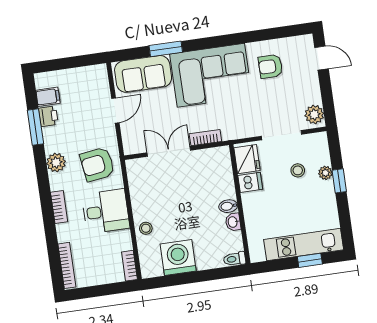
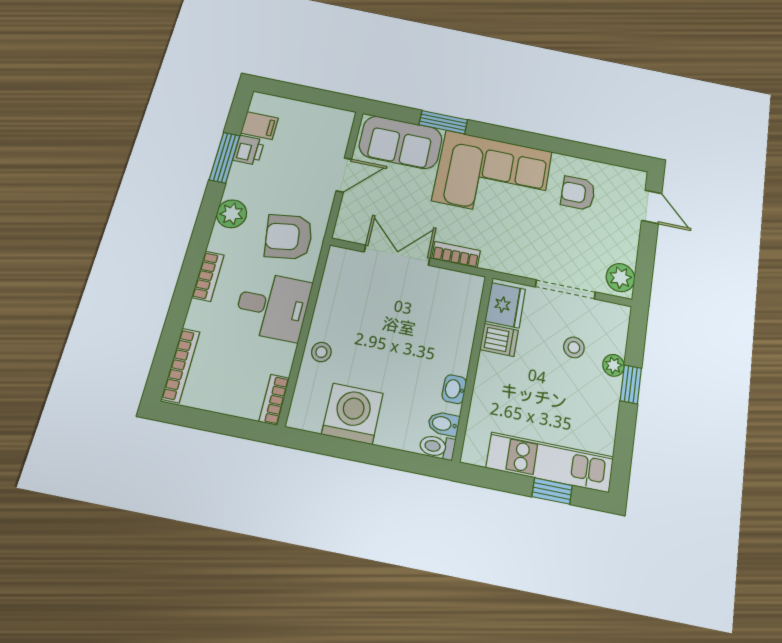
bidet: (228, 206) -> (444, 424), moved

